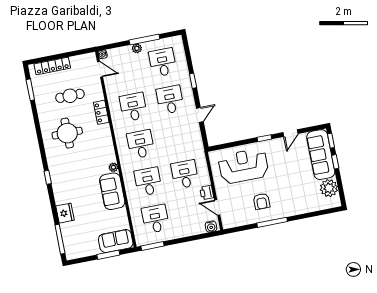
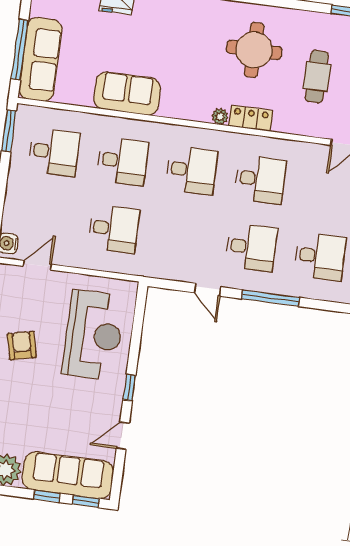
window: (193, 81) -> (271, 298), width x2.17
locker: (101, 112) -> (251, 118), moved
door: (290, 133) -> (123, 436), hinge flipped
plant: (113, 167) -> (220, 117), moved
printer: (207, 193) -> (69, 256), removed
armchair: (262, 201) -> (22, 345), turned 77
sofa: (116, 241) -> (40, 59), width x1.36
window: (108, 255) -> (20, 49), width x1.44

